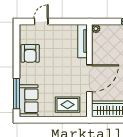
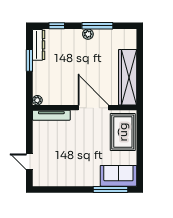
armchair: (30, 53) -> (65, 174), removed
rug: (68, 105) -> (123, 132), width x1.36, depth x1.43

